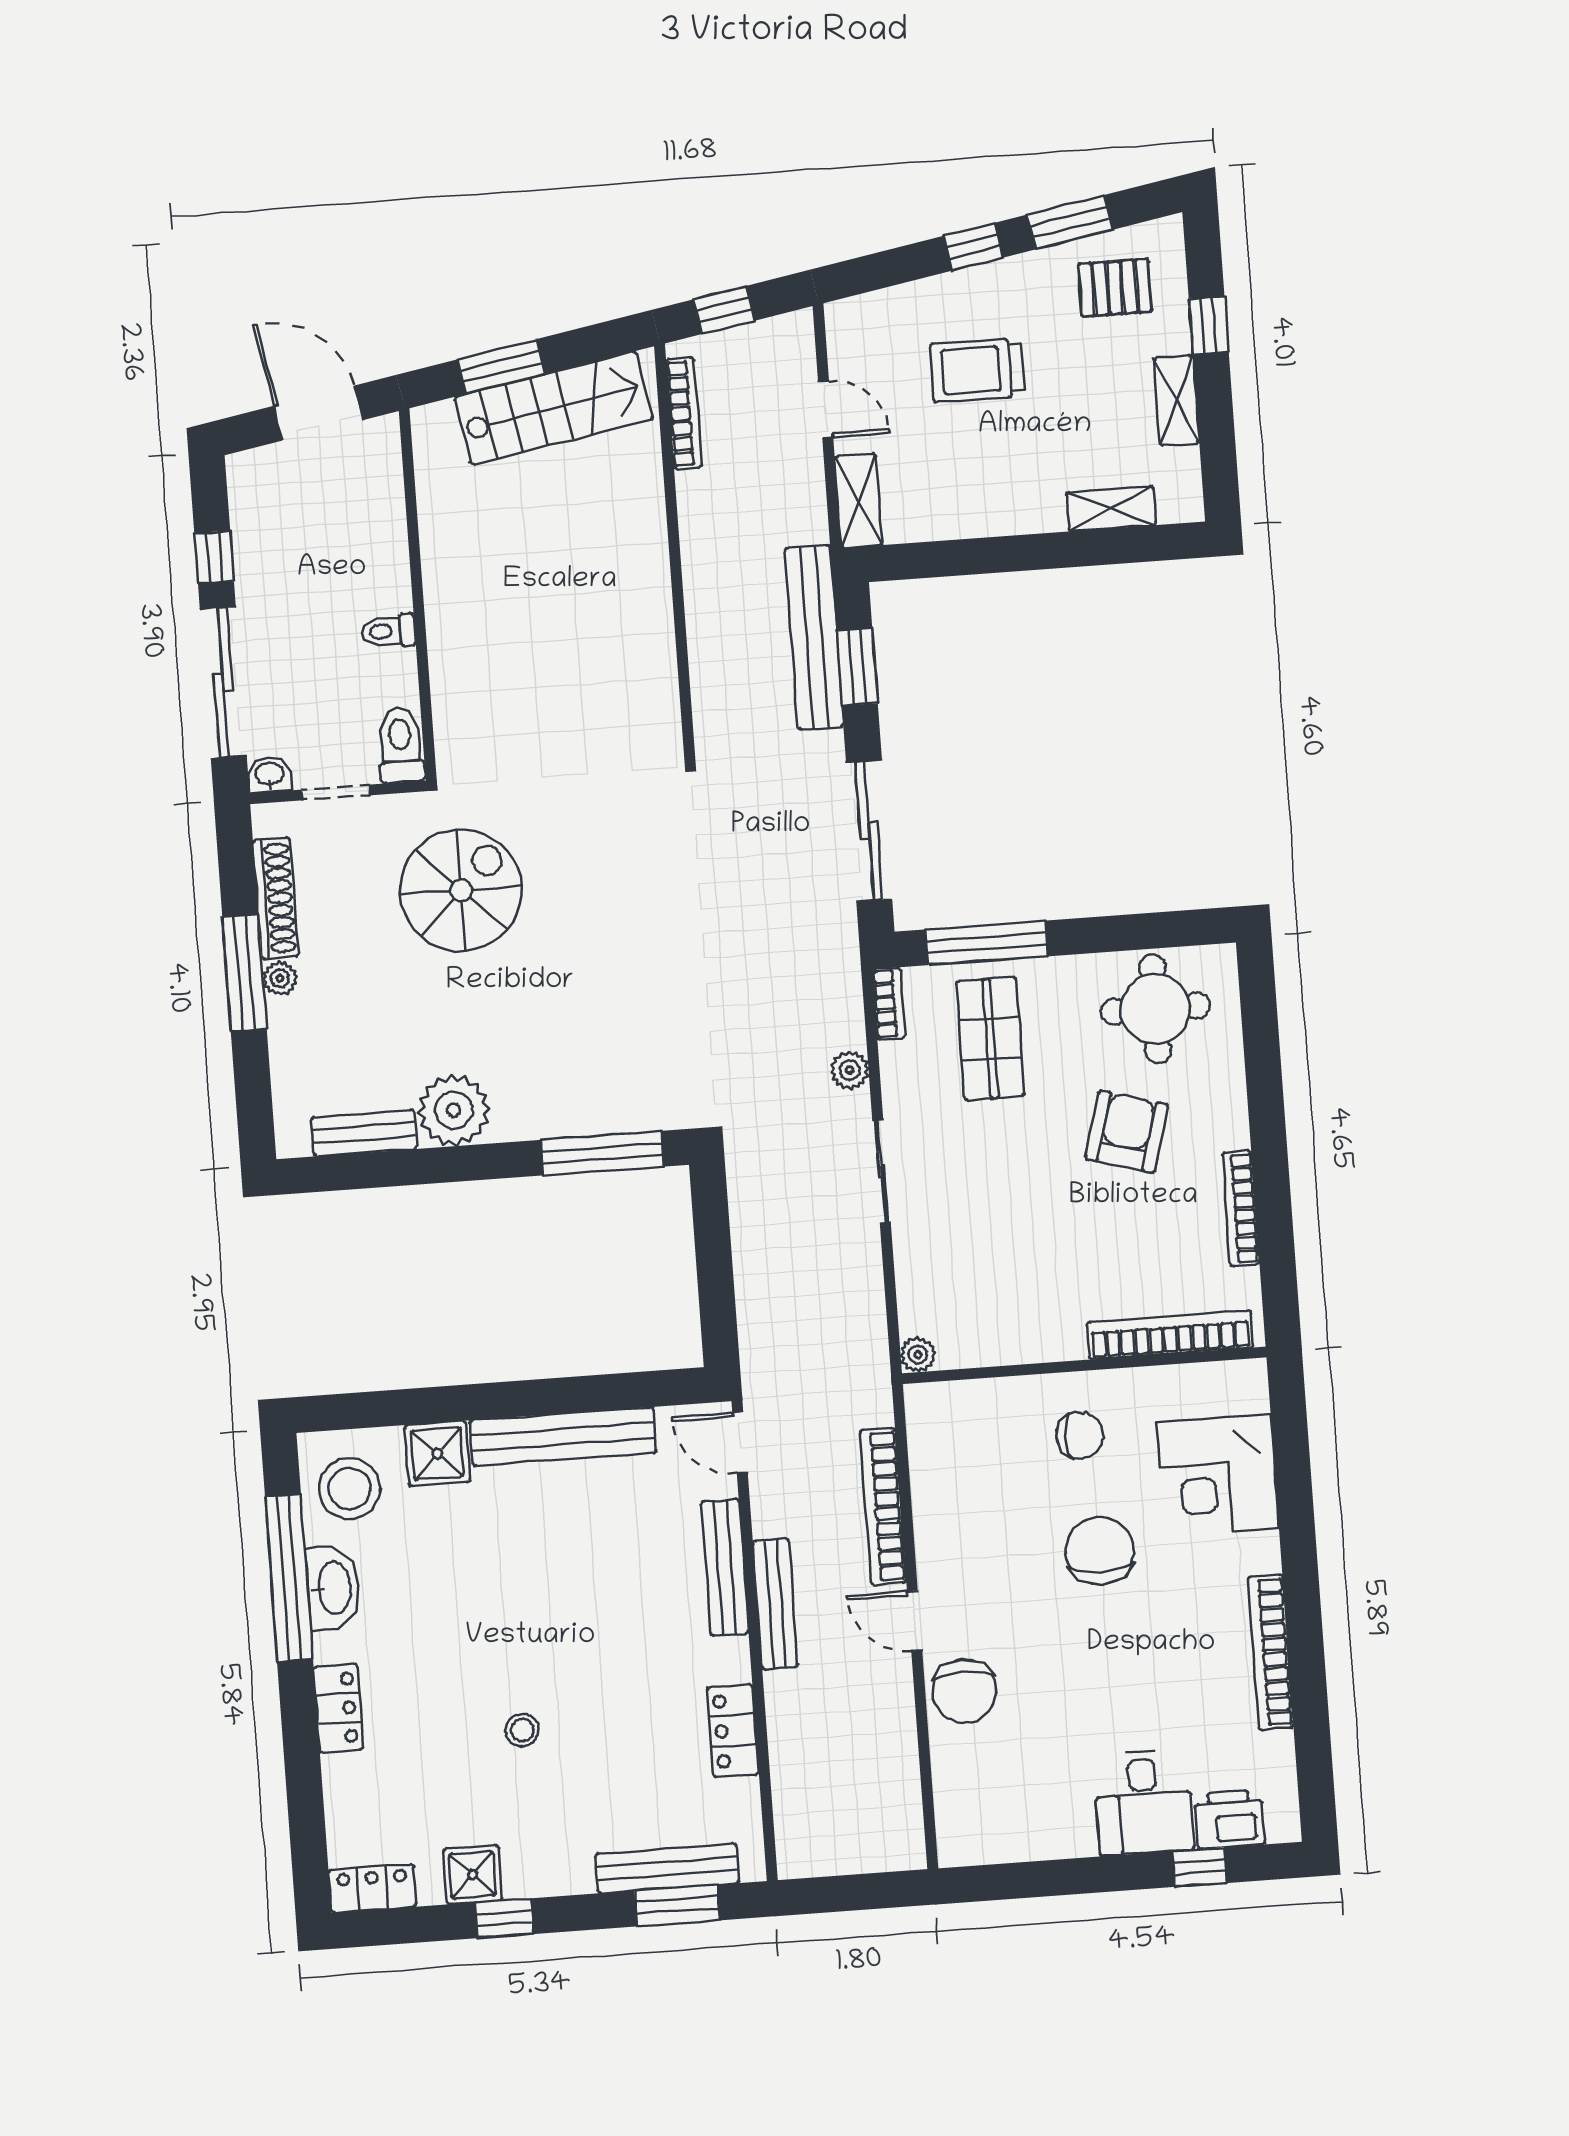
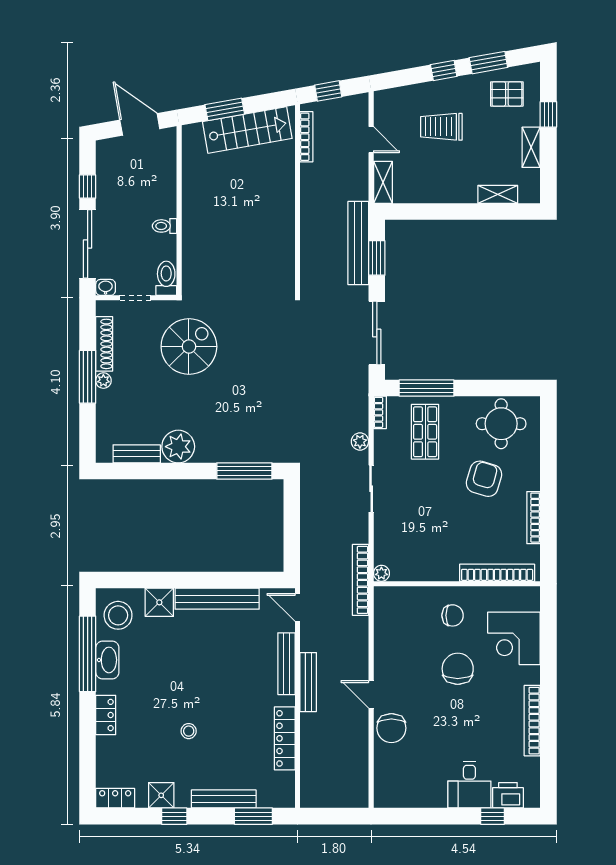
bookcase: (883, 1506) -> (361, 580), moved
locker: (733, 1731) -> (285, 738), width x1.53
bench: (667, 1868) -> (224, 799), moved

